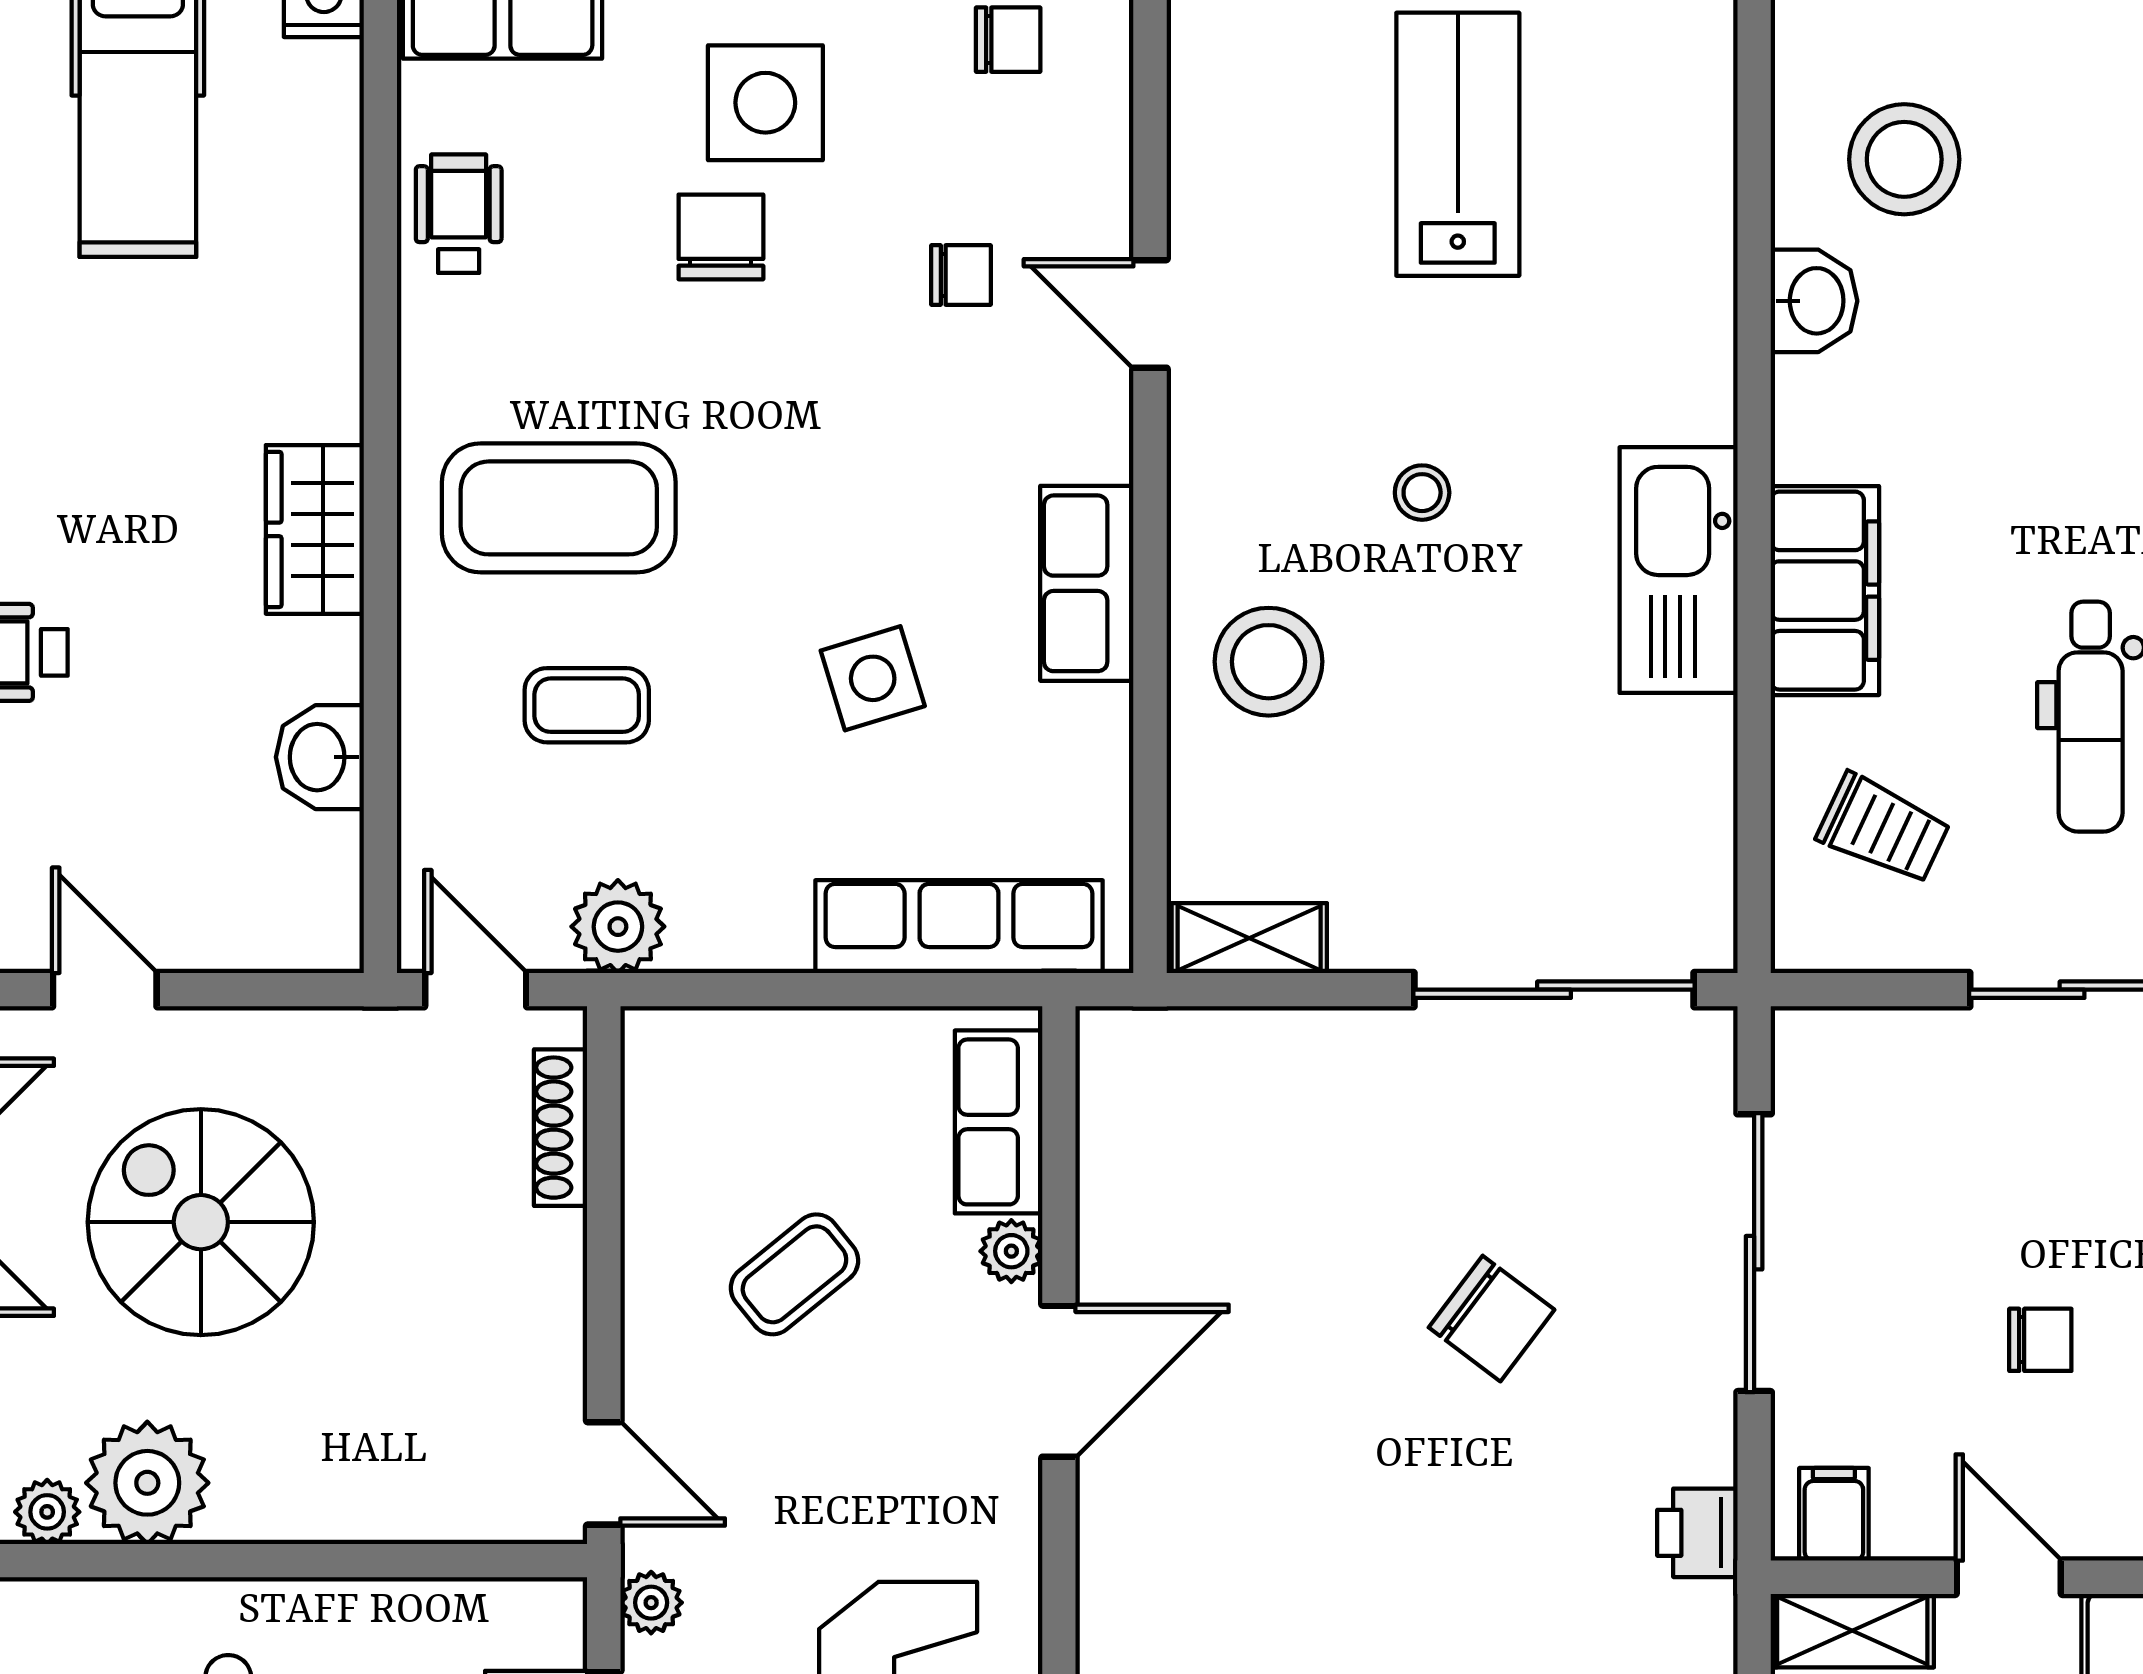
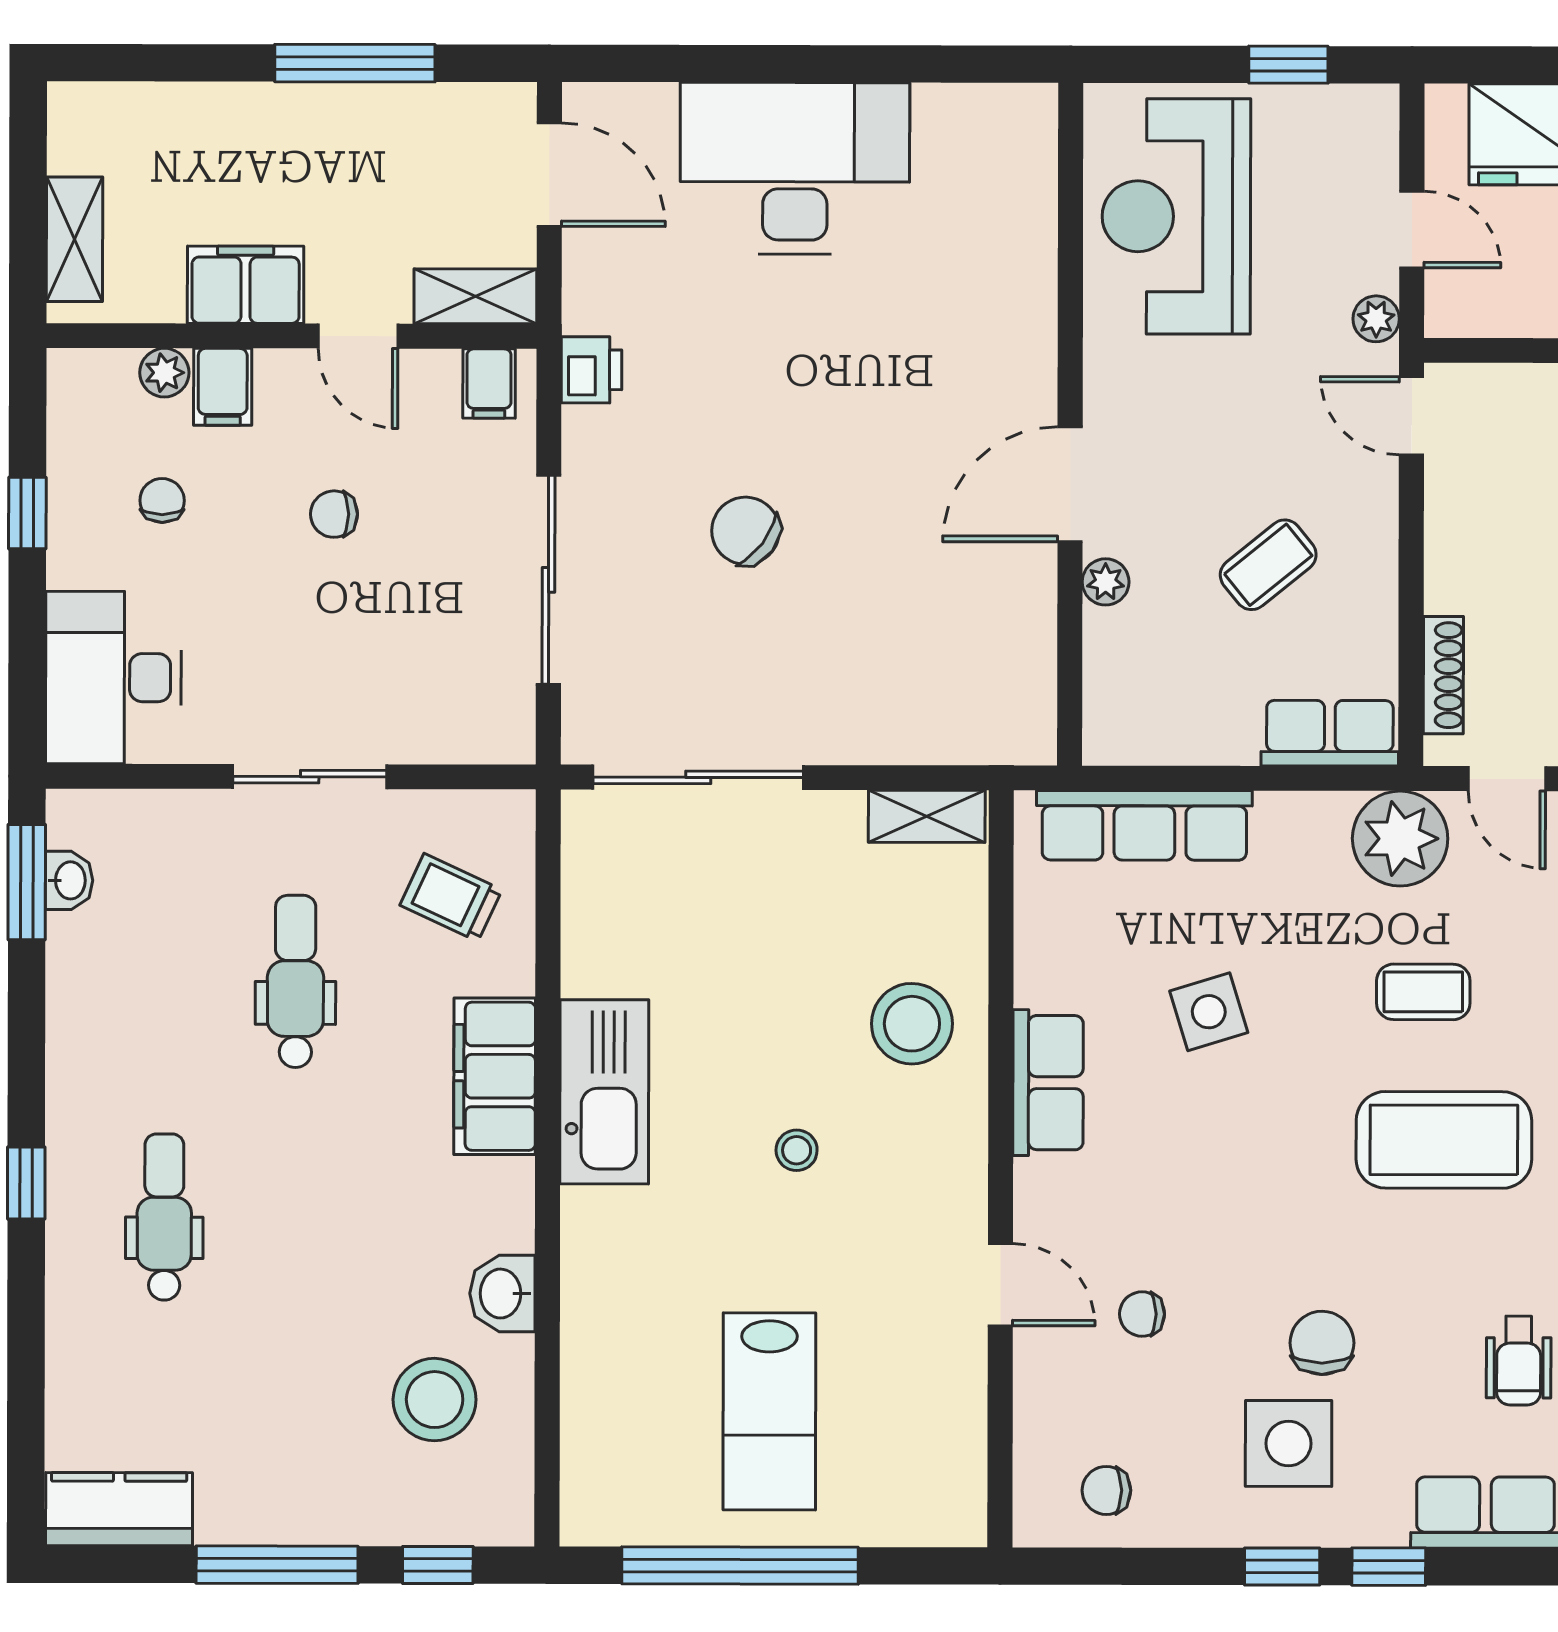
chair: (721, 237) -> (1322, 1343), turned 180
plant: (618, 927) -> (1400, 839), width x1.36, depth x1.36
row of seats: (999, 1122) -> (1330, 733), moved, turned -90

